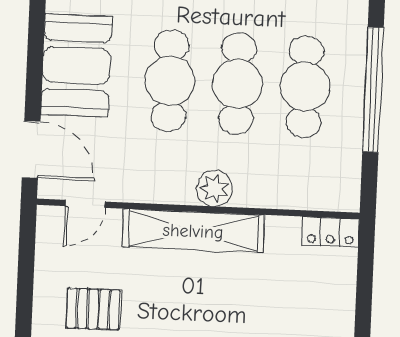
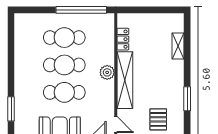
window: (373, 90) -> (81, 10), moved
locker: (330, 232) -> (123, 39), moved

